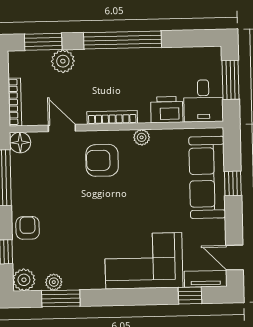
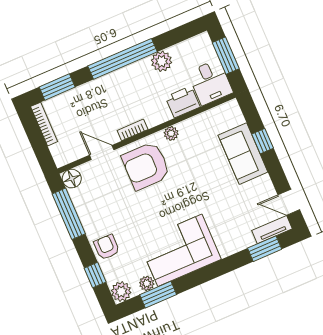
plant: (63, 61) -> (162, 61), moved
bookcase: (15, 102) -> (44, 124), moved
bookcase: (112, 117) -> (133, 130), width x0.64
armchair: (102, 160) -> (146, 166), width x1.36, depth x1.36
sofa: (207, 177) -> (243, 154), width x0.73
corner sofa: (144, 261) -> (180, 250), moved
window: (190, 295) -> (265, 249), width x1.50

